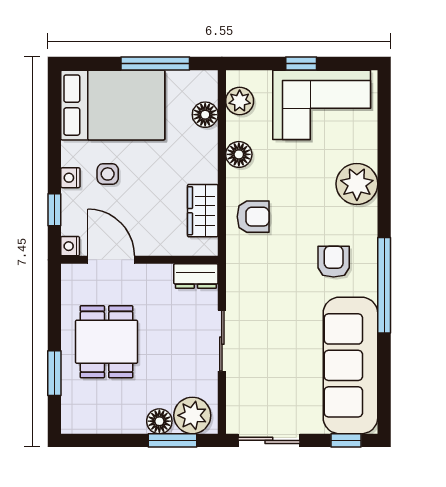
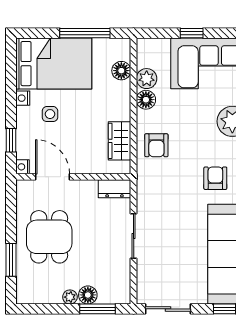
plant: (240, 101) -> (147, 79), moved
nightstand: (70, 178) -> (23, 98), moved
armchair: (253, 217) -> (156, 145), turned 90
plant: (192, 415) -> (70, 297), moved, width x0.53, depth x0.53

